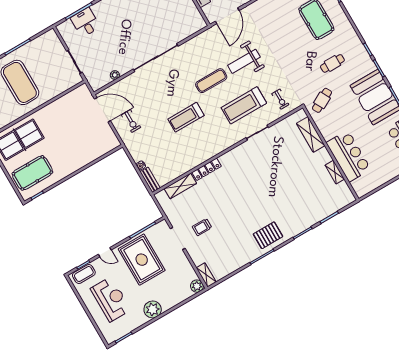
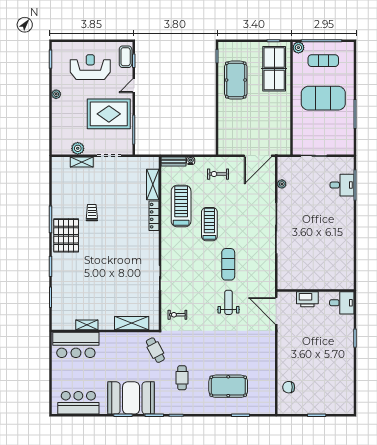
weight bench: (244, 61) -> (228, 302), width x0.73, depth x0.75
treadmill: (244, 105) -> (181, 206), moved
exercise bike: (131, 121) -> (218, 174), moved
bar counter: (349, 156) -> (76, 345), moved
pool table: (32, 173) -> (236, 80), moved
trolley: (202, 227) -> (92, 213), moved
pallet: (268, 235) -> (66, 235), width x1.37, depth x1.41
shelving: (206, 275) -> (82, 162), moved
plant: (197, 286) -> (78, 148), moved
reception desk: (111, 299) -> (90, 67), turned 180
plant: (153, 309) -> (56, 94), width x0.53, depth x0.53

